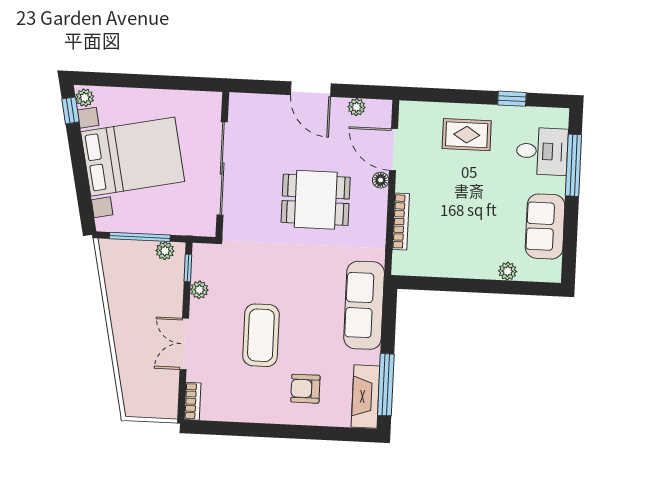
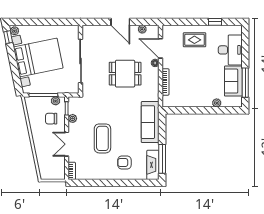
desk: (542, 151) -> (230, 50), width x1.37
window: (573, 165) -> (245, 83), moved
chair: (154, 288) -> (51, 119), added

